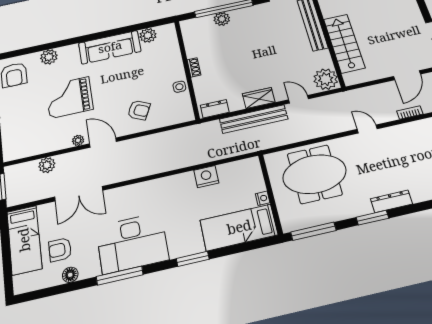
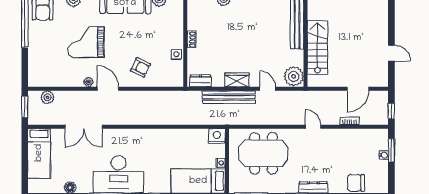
plant: (47, 165) -> (47, 97), moved
nightstand: (206, 177) -> (217, 136), moved
armchair: (60, 250) -> (65, 167), removed

